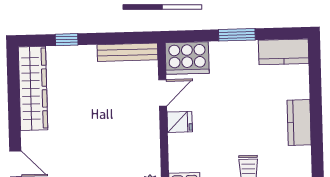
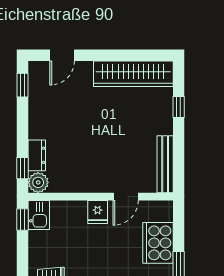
cooker: (187, 58) -> (158, 243), moved
door: (163, 93) -> (126, 197), hinge flipped

